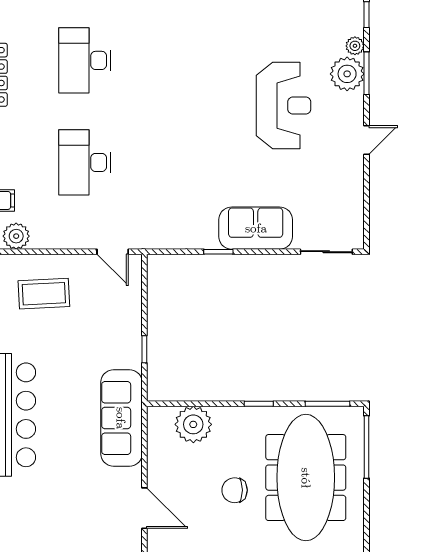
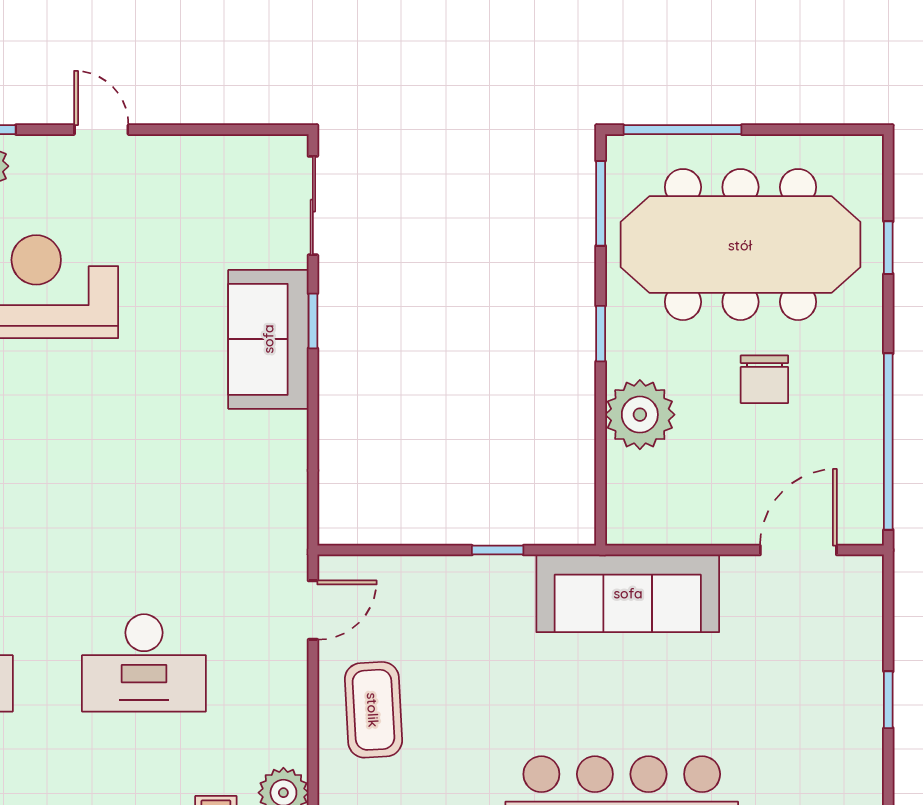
window: (218, 252) -> (313, 321), moved
coffee table: (44, 294) -> (373, 710), moved
plant: (193, 424) -> (640, 415), moved

